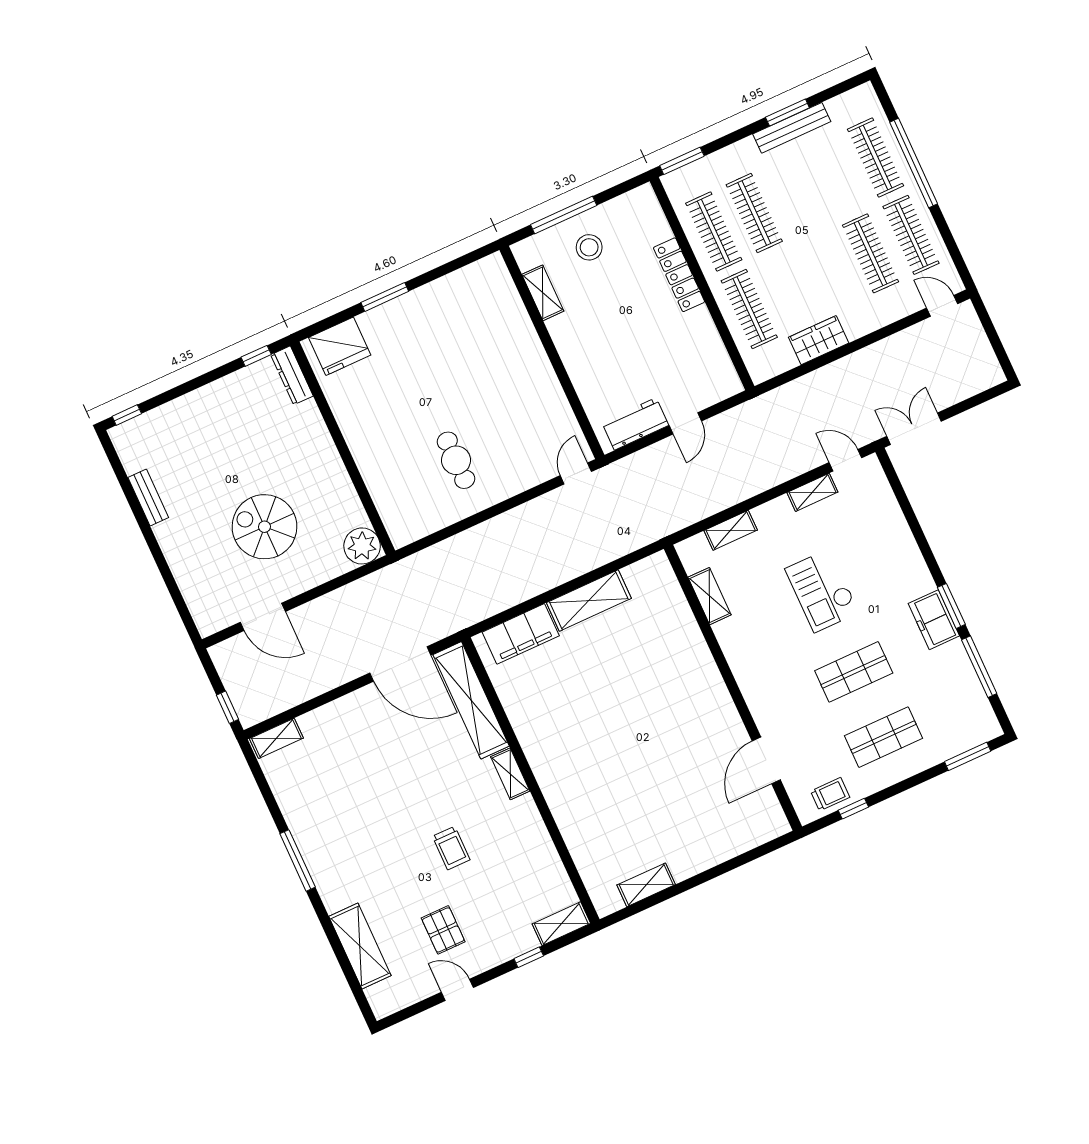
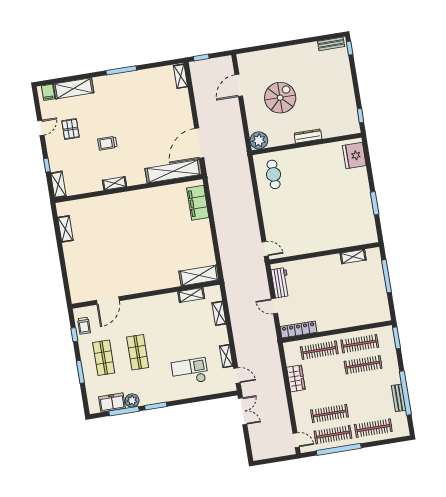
window: (787, 113) -> (405, 393), width x2.11
bench: (792, 128) -> (399, 398), width x0.73
window: (914, 163) -> (339, 449), moved
stool: (589, 247) -> (368, 284), removed
locker: (679, 275) -> (299, 329), moved
window: (385, 297) -> (375, 203), moved
door: (942, 306) -> (296, 440), hinge flipped
dresser: (292, 375) -> (308, 136), moved
cafe table: (456, 460) -> (274, 174), moved, turned 90
door: (845, 460) -> (237, 375), hinge flipped
bench: (148, 498) -> (331, 44), moved
checkout: (822, 591) -> (190, 372), moved
shelving: (589, 601) -> (199, 276), moved, turned 90
freezer: (934, 620) -> (112, 403), moved
plant: (953, 657) -> (132, 400), added
window: (968, 756) -> (80, 372), moved
door: (766, 760) -> (108, 300), swing flipped
shelving: (510, 774) -> (114, 183), moved
pallet: (443, 930) -> (70, 129), turned 90
filing cabinet: (382, 995) -> (48, 92), added

